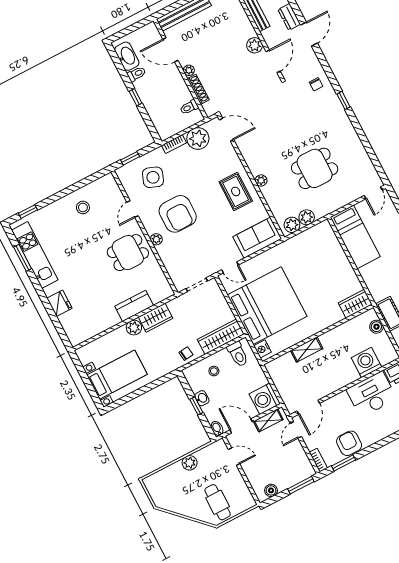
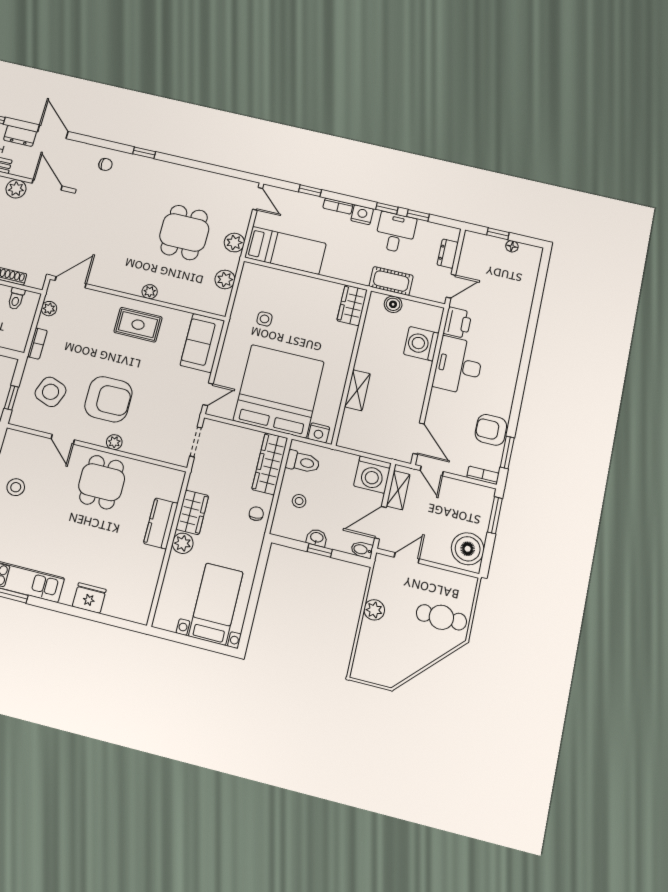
plant: (198, 139) -> (49, 309), width x0.53, depth x0.53
plant: (292, 225) -> (234, 243), moved
side table: (303, 261) -> (264, 319), added
boiler: (271, 490) -> (468, 549), width x1.86, depth x1.86

